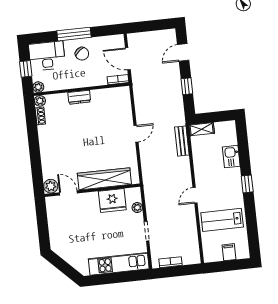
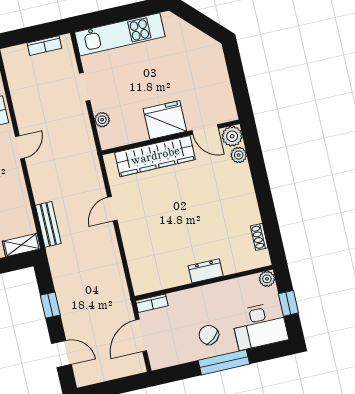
door: (183, 52) -> (61, 354), hinge flipped
door: (128, 59) -> (141, 335), swing flipped
plant: (40, 101) -> (239, 155), moved
door: (136, 134) -> (112, 209), moved
fridge: (112, 201) -> (165, 120), moved

